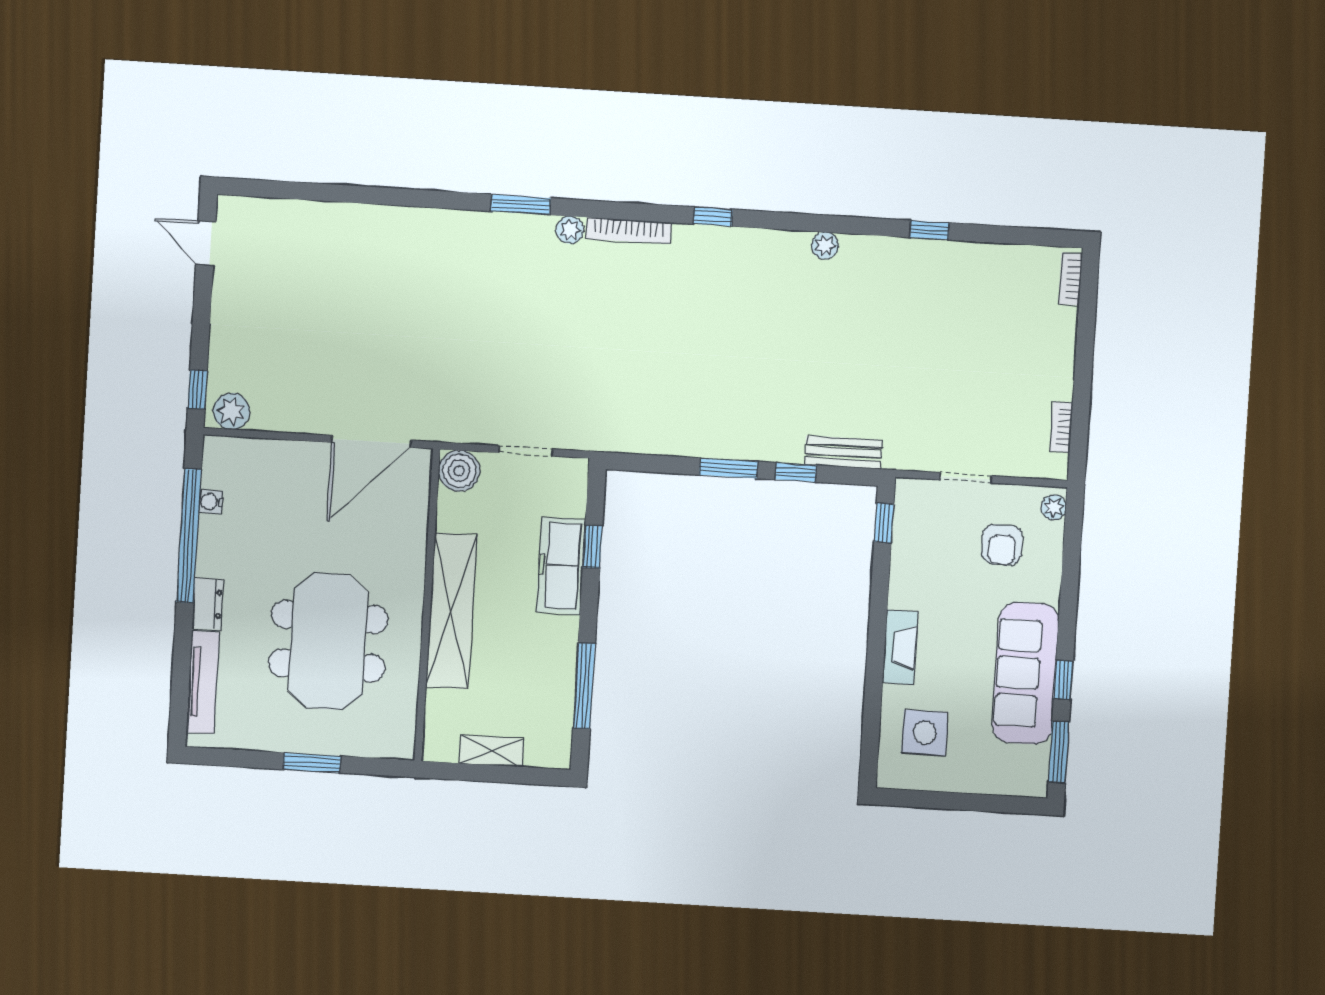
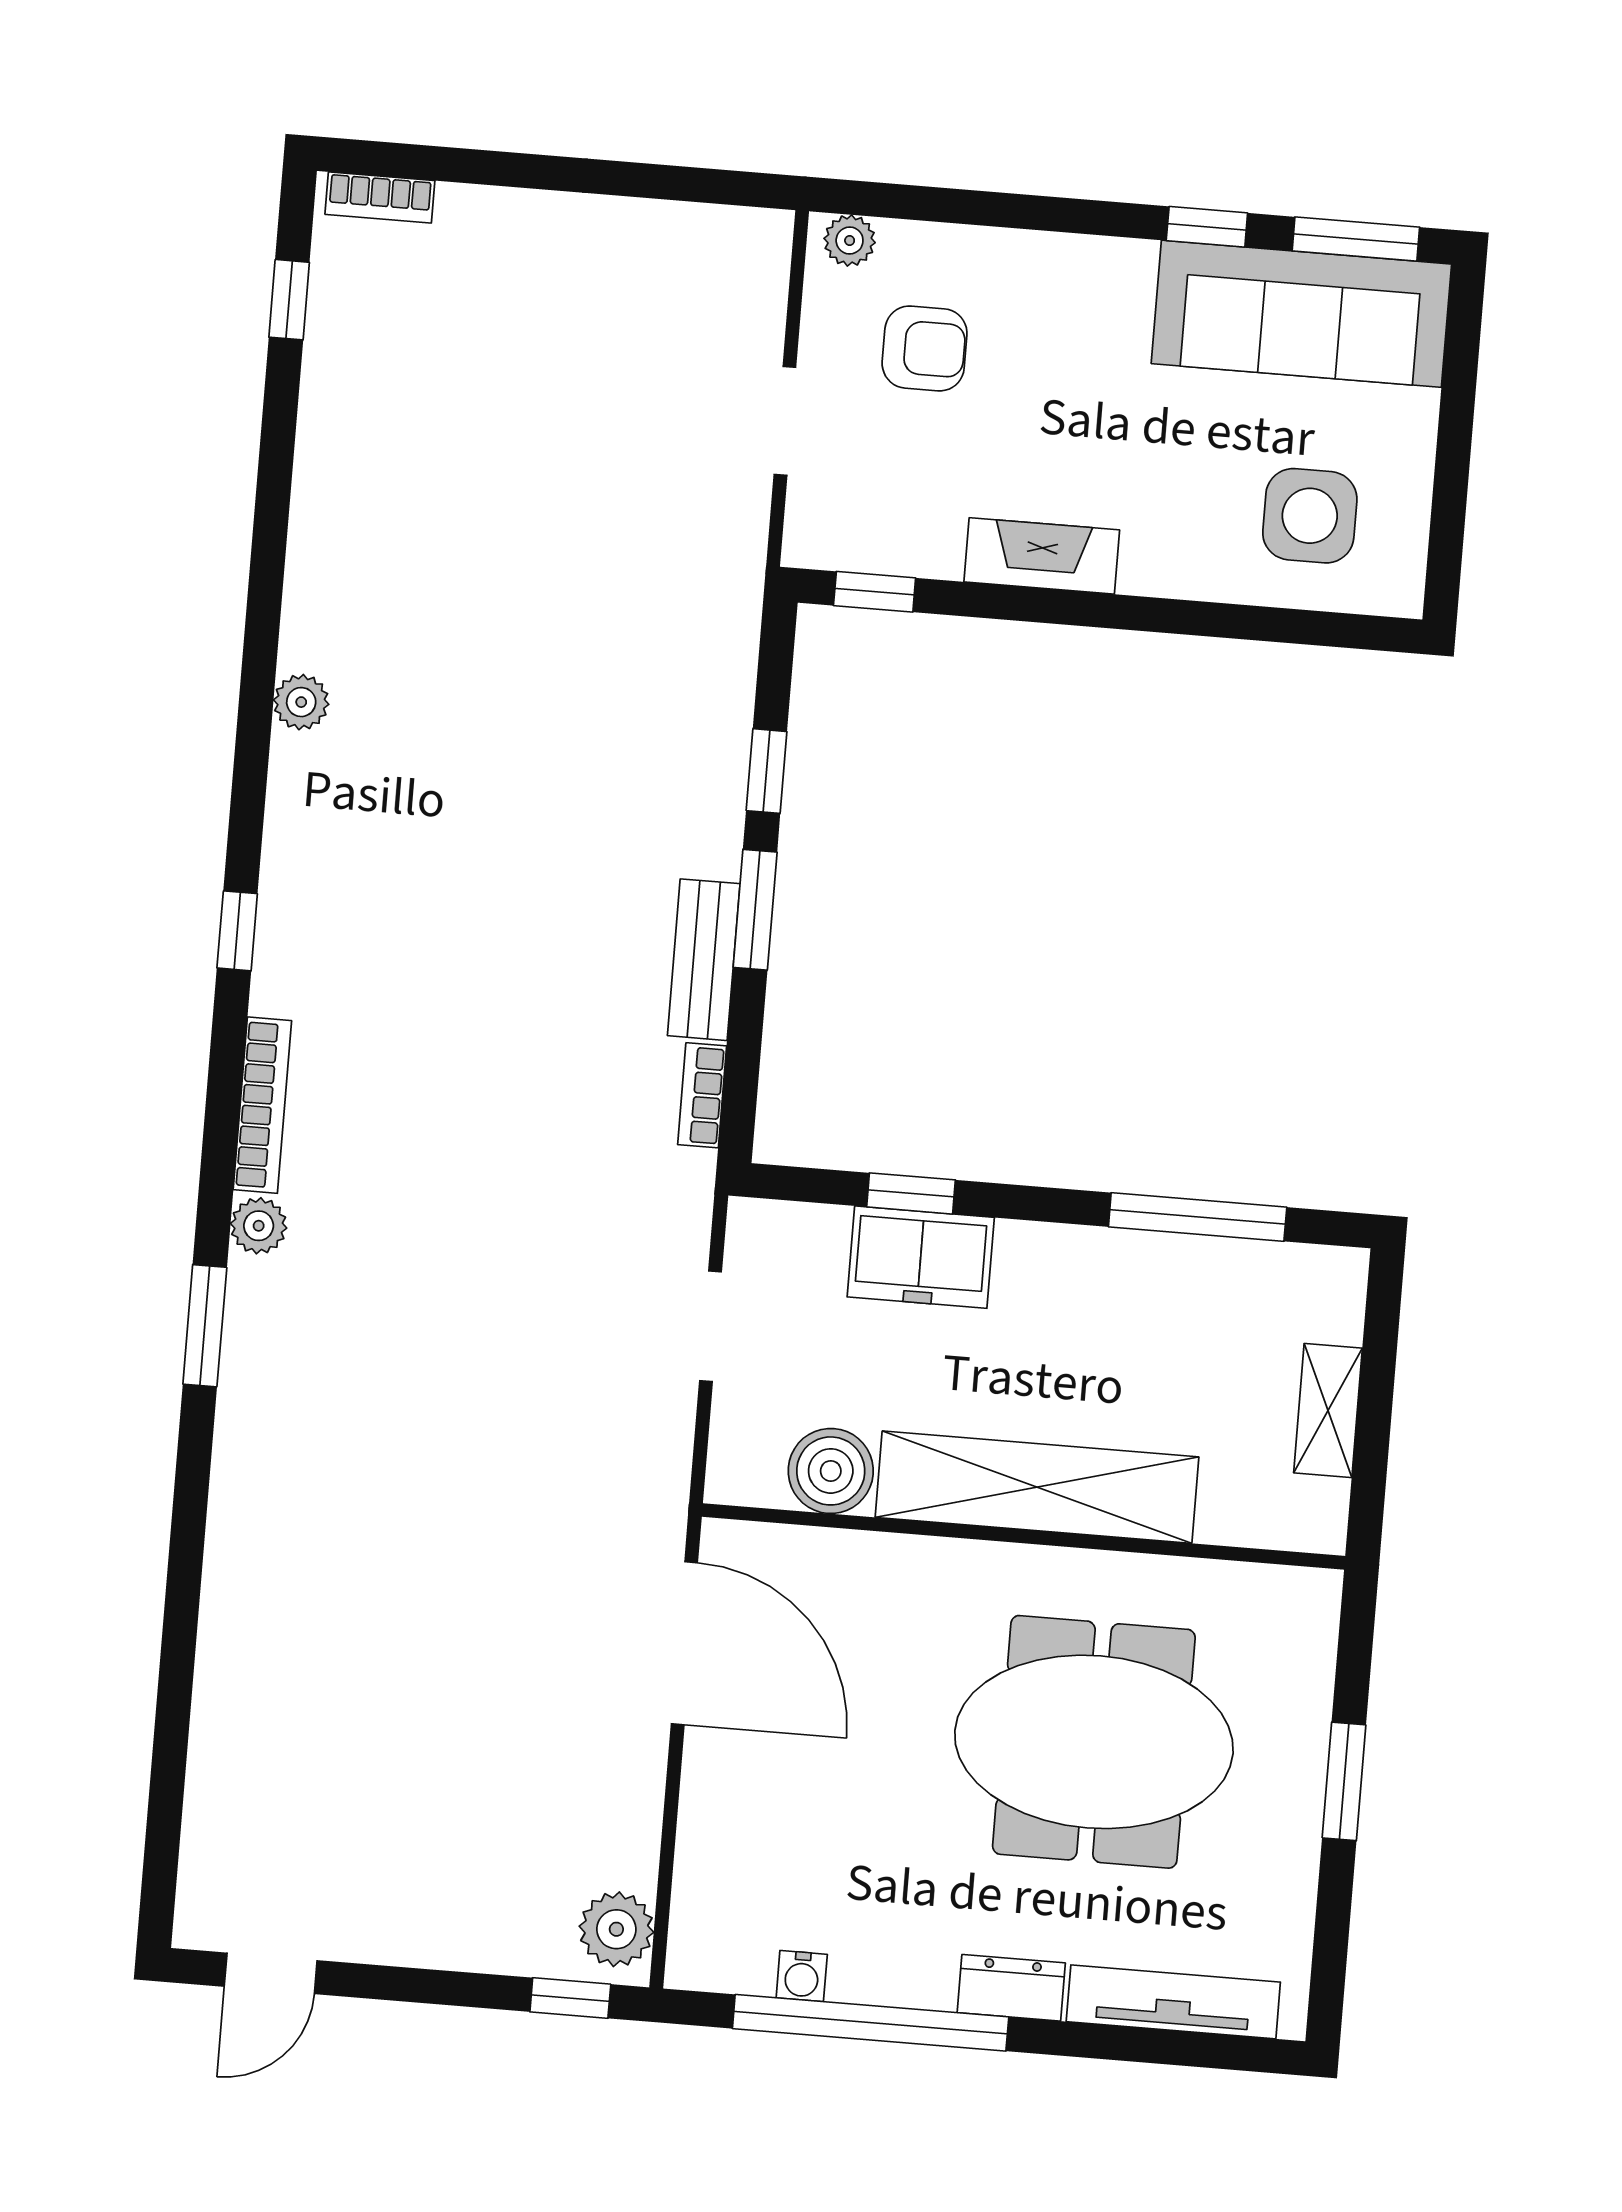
window: (930, 230) -> (289, 300), moved
bookcase: (1061, 427) -> (702, 1095), moved, turned 90
bench: (843, 452) -> (704, 960), moved
boiler: (459, 471) -> (831, 1471), moved
freezer: (561, 566) -> (921, 1257), width x0.71
fireplace: (900, 647) -> (1042, 556), moved
sofa: (1026, 673) -> (1301, 314), moved

